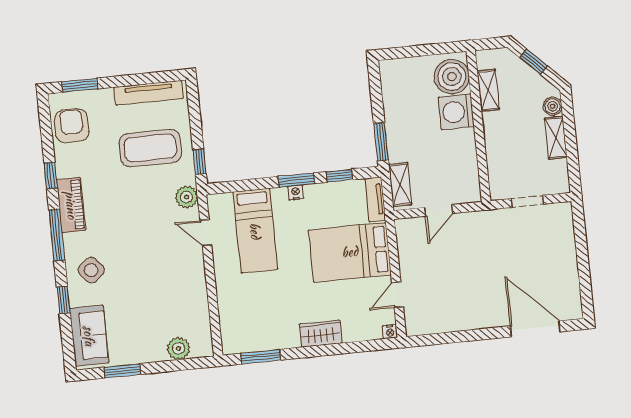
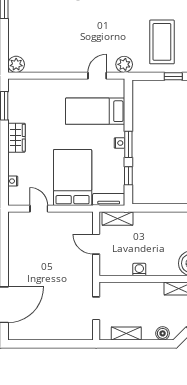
washing machine: (456, 112) -> (139, 270), moved, width x0.53, depth x0.53
shelving: (556, 138) -> (126, 333), moved
window: (381, 142) -> (150, 208), removed
window: (200, 162) -> (173, 76), moved
nightstand: (390, 332) -> (13, 181), moved
wardrobe: (321, 334) -> (16, 138), moved
plant: (178, 348) -> (16, 64), moved

